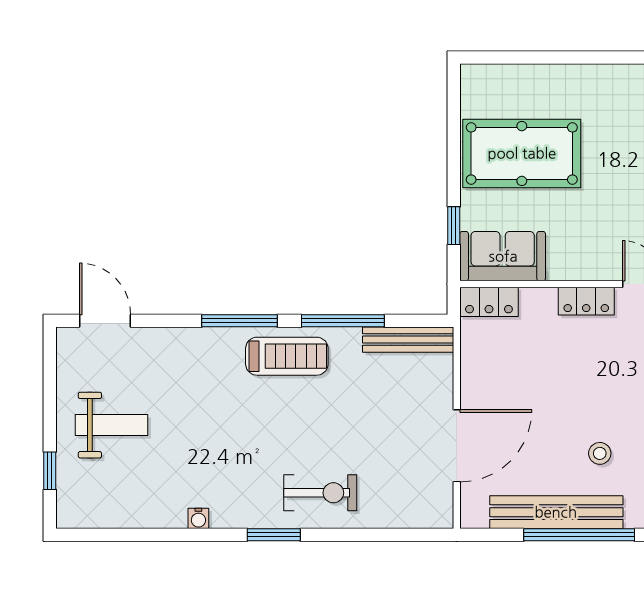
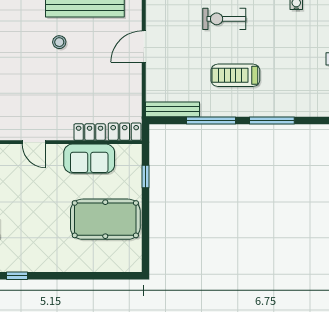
sofa: (503, 256) -> (89, 159), moved
locker: (586, 301) -> (90, 132), moved
treadmill: (287, 356) -> (235, 75), moved
door: (457, 446) -> (144, 47), width x0.73

